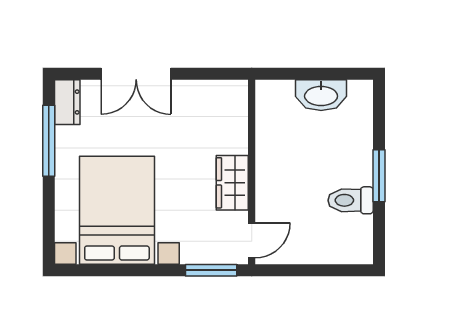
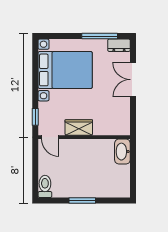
washbasin: (321, 95) -> (122, 152), moved
toilet: (351, 200) -> (45, 186), moved
window: (211, 270) -> (35, 117), width x0.67

